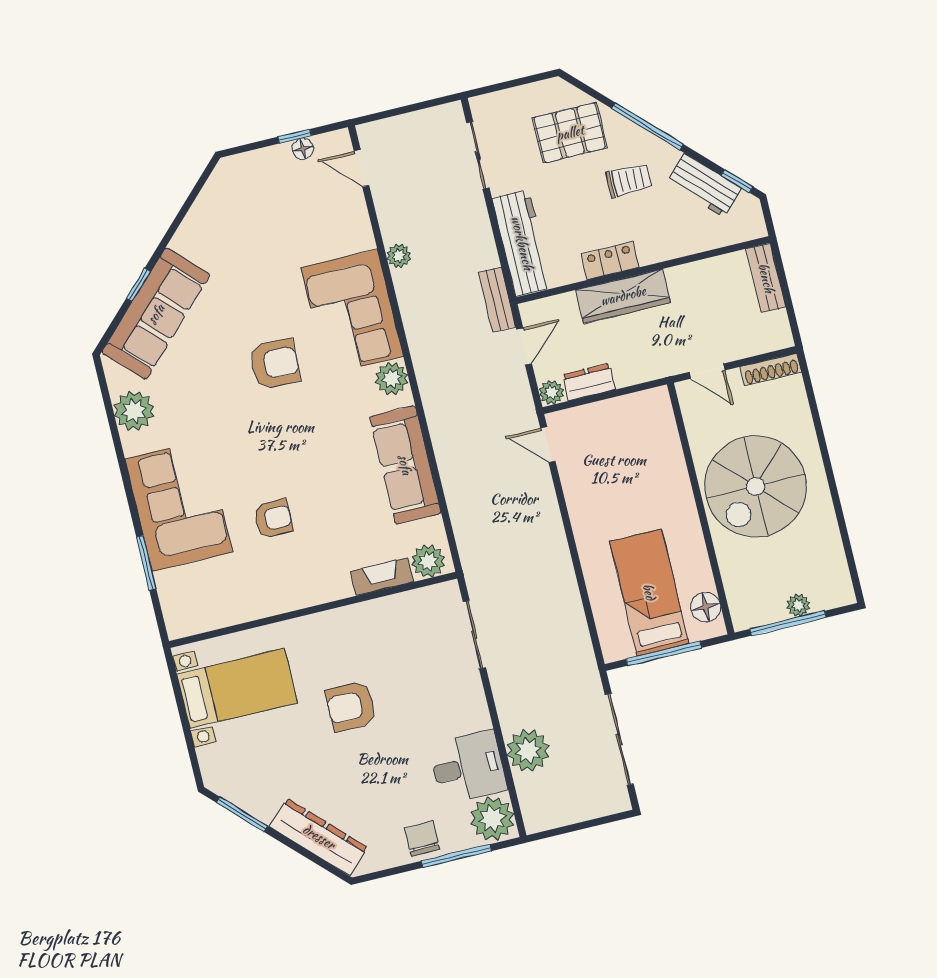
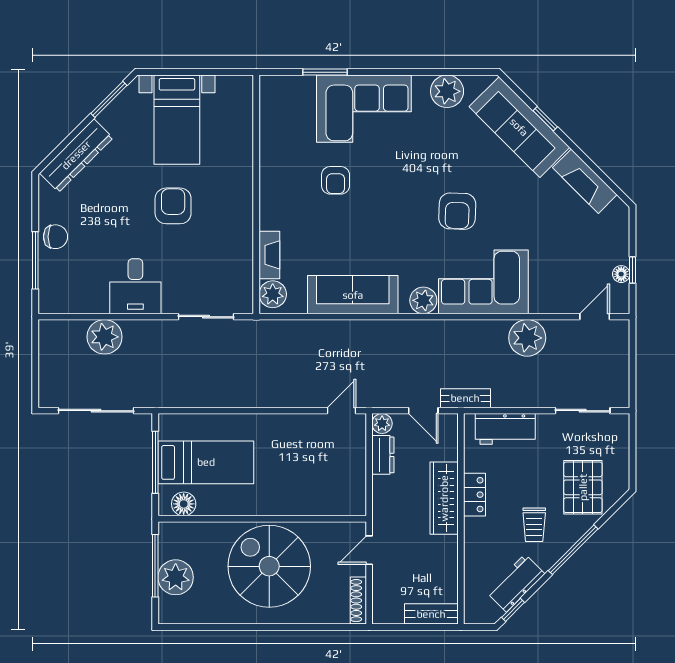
fireplace: (202, 219) -> (585, 181), added
workbench: (522, 243) -> (505, 429), width x0.73
plant: (399, 256) -> (527, 338), width x1.88, depth x1.88
plant: (798, 605) -> (176, 577), width x1.87, depth x1.87
bed with nightstands: (237, 688) -> (177, 120), moved
desk: (468, 767) -> (135, 286), moved
plant: (492, 819) -> (58, 296), removed

